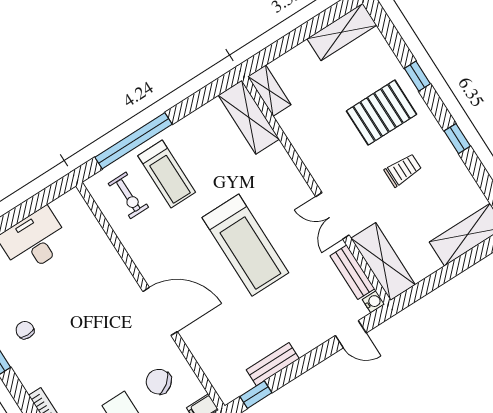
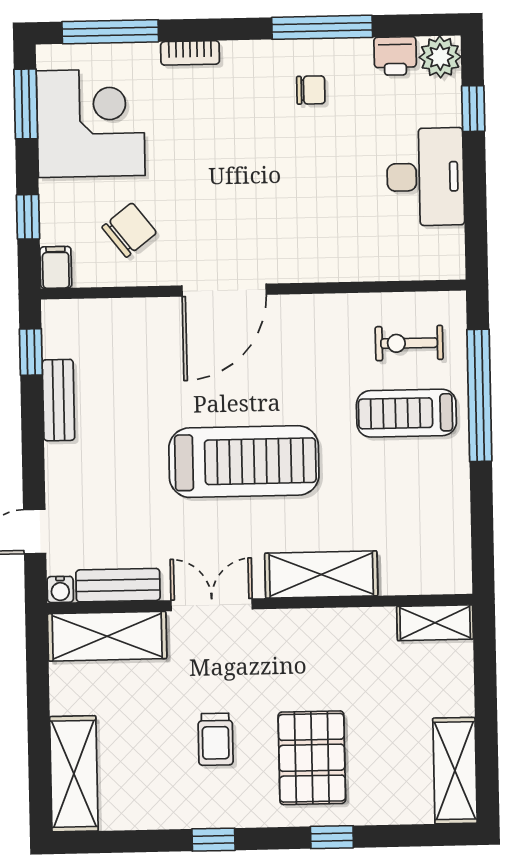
shelving: (249, 117) -> (321, 574), moved
treadmill: (245, 245) -> (244, 462), turned 180

